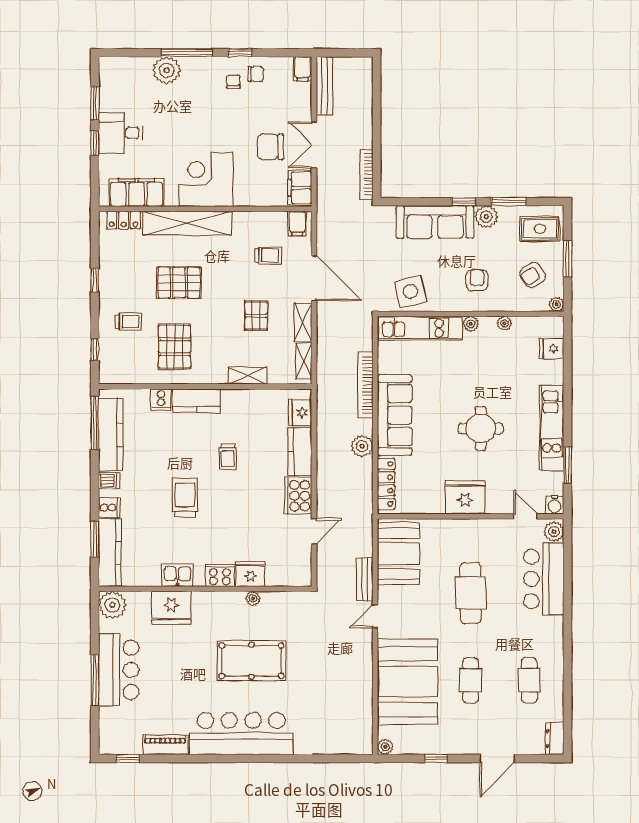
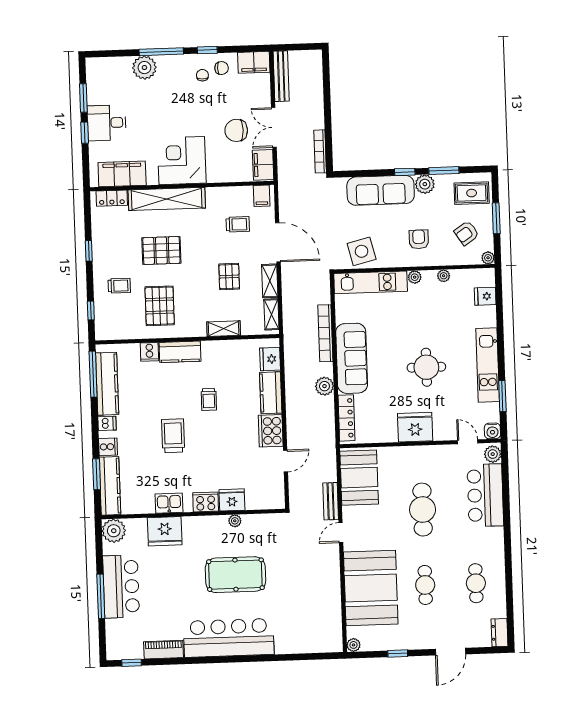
filing cabinet: (303, 69) -> (254, 62), width x2.00

